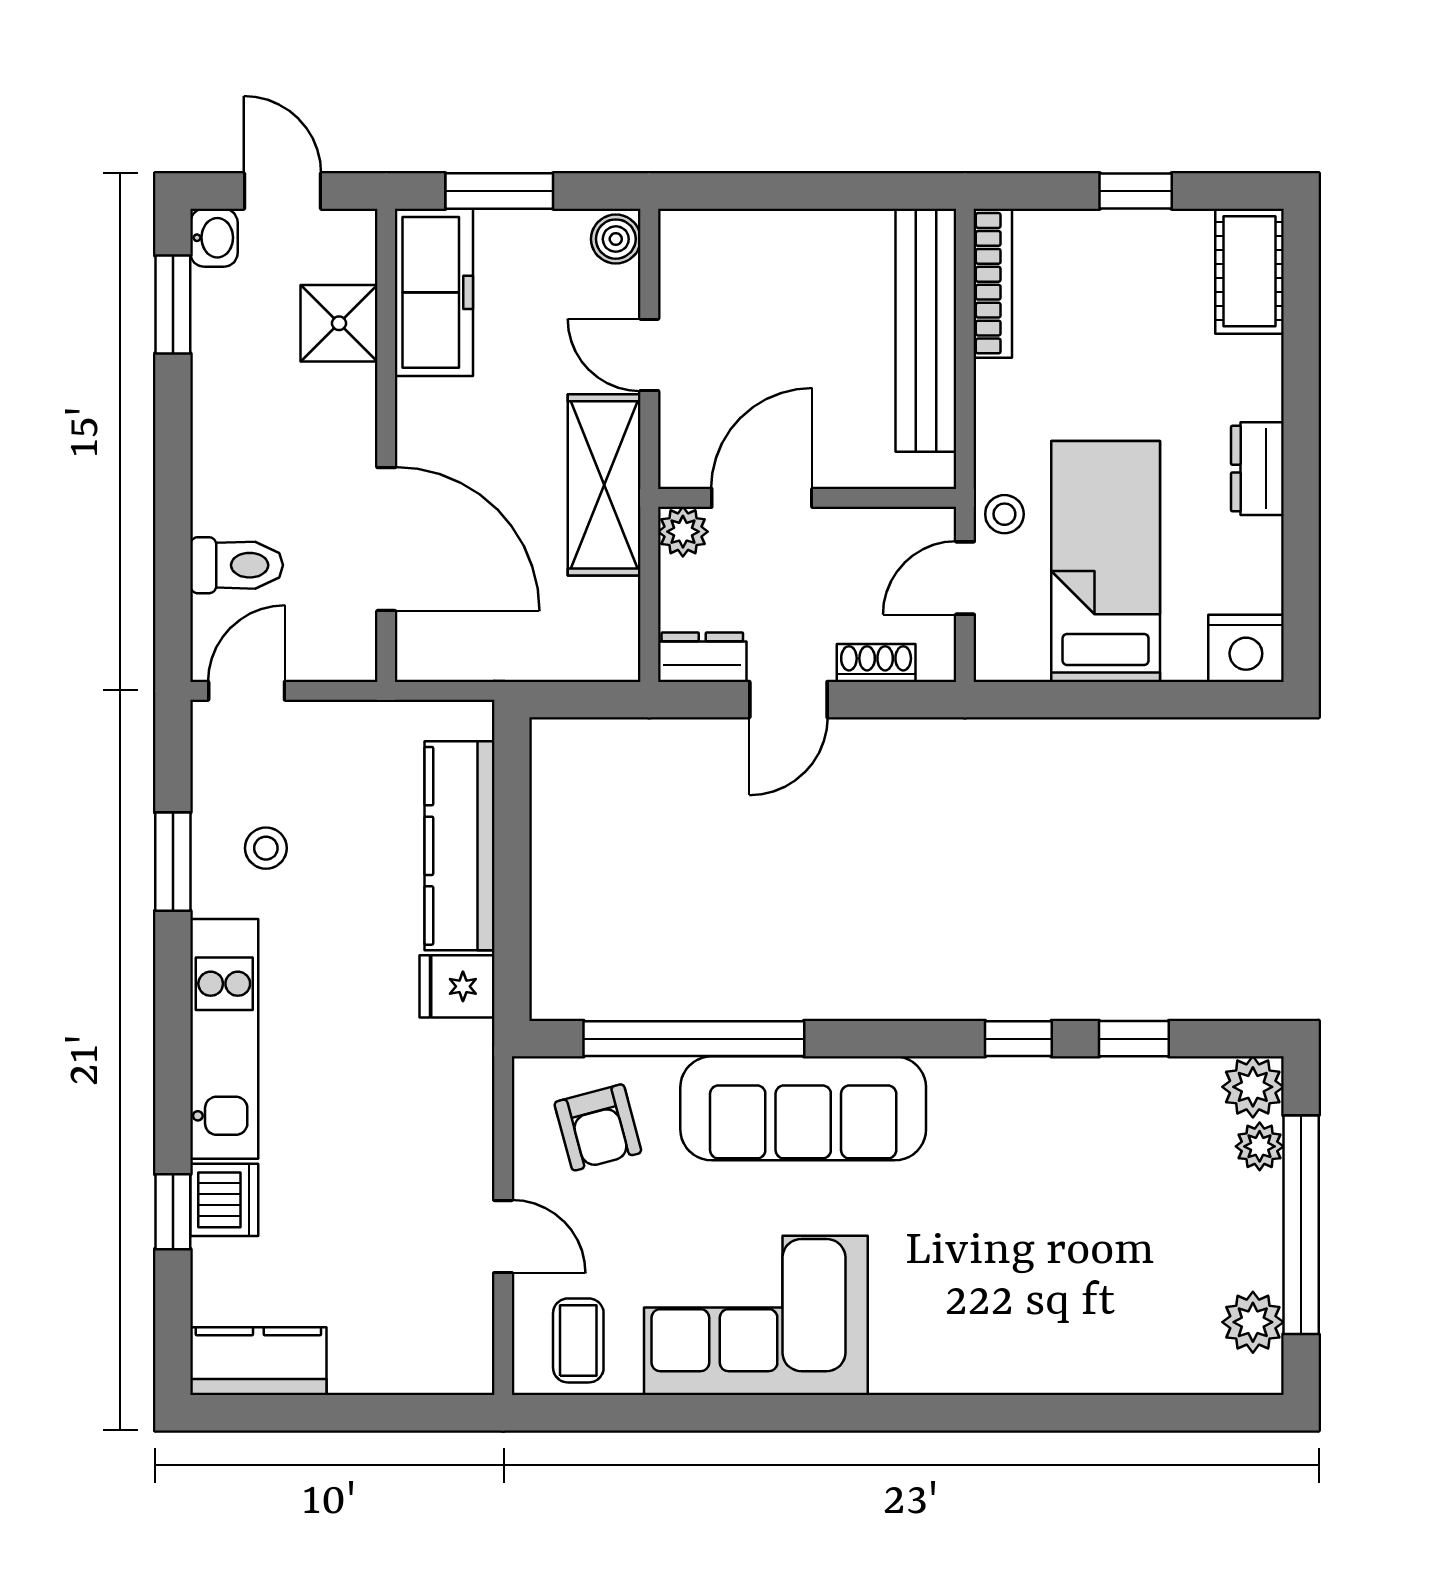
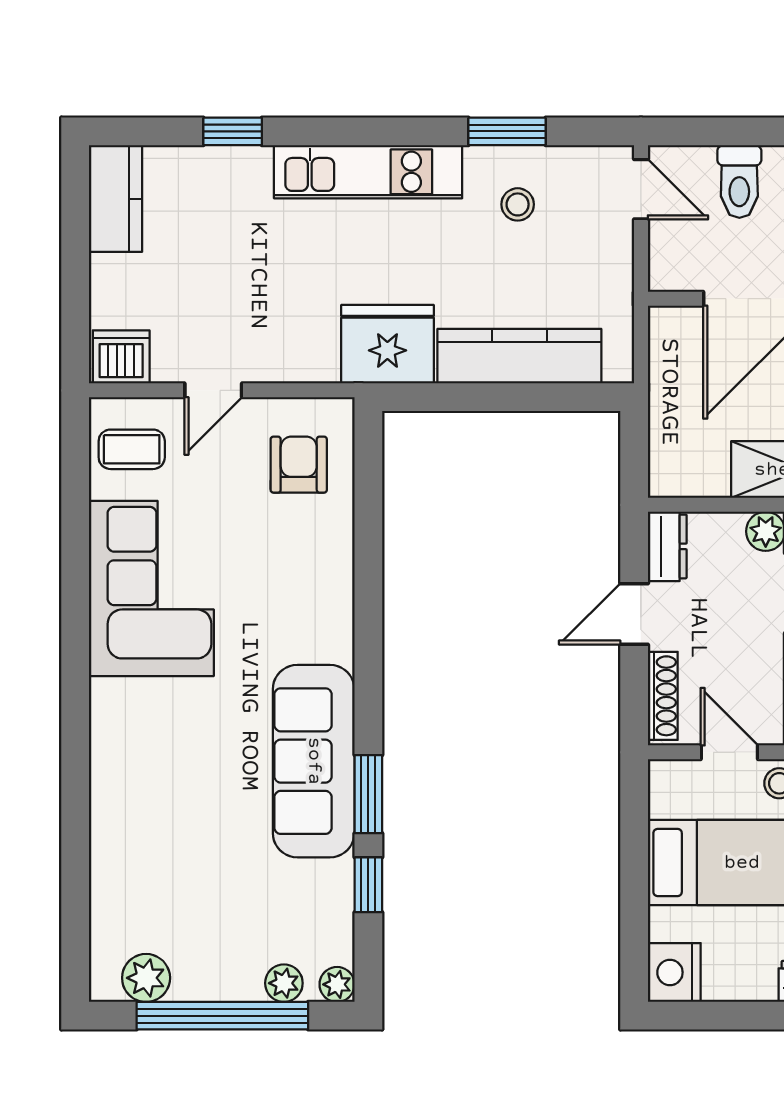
shoe rack: (876, 663) -> (663, 696), width x1.43
door: (788, 700) -> (634, 614), hinge flipped
fridge: (457, 986) -> (387, 344), width x1.88, depth x1.34
window: (694, 1039) -> (368, 540), removed
window: (1018, 1039) -> (368, 794), width x1.50
plant: (1253, 1087) -> (337, 984), width x0.73, depth x0.73
sofa: (803, 1108) -> (314, 761), moved
armchair: (598, 1127) -> (299, 465), turned 105
dishwasher: (224, 1200) -> (121, 357), moved, turned 180

